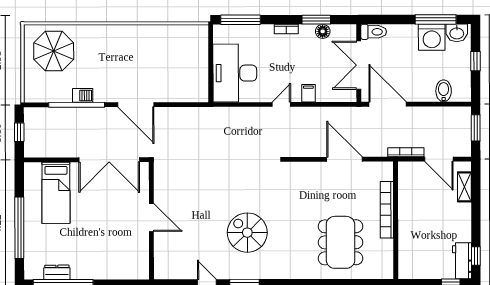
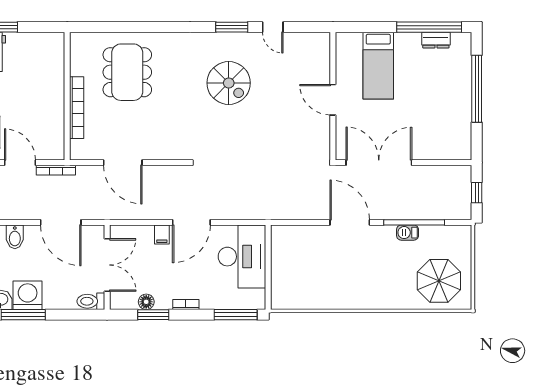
door: (281, 104) -> (191, 222), width x1.88
door: (388, 104) -> (61, 222), moved
bed: (56, 193) -> (378, 66), moved, turned 180

